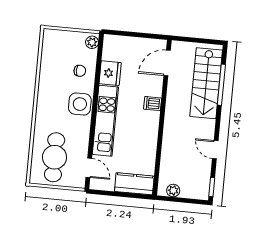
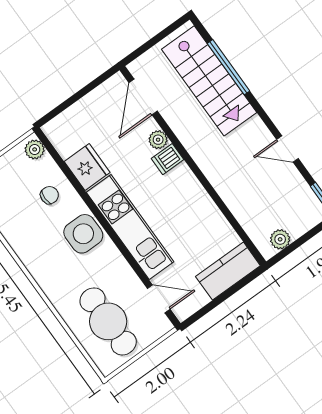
plant: (156, 90) -> (158, 140), added

